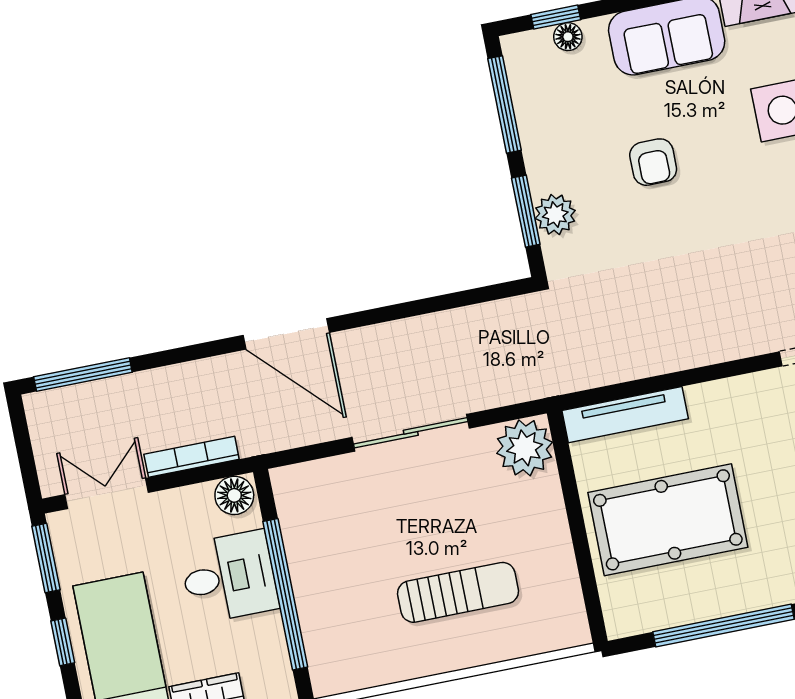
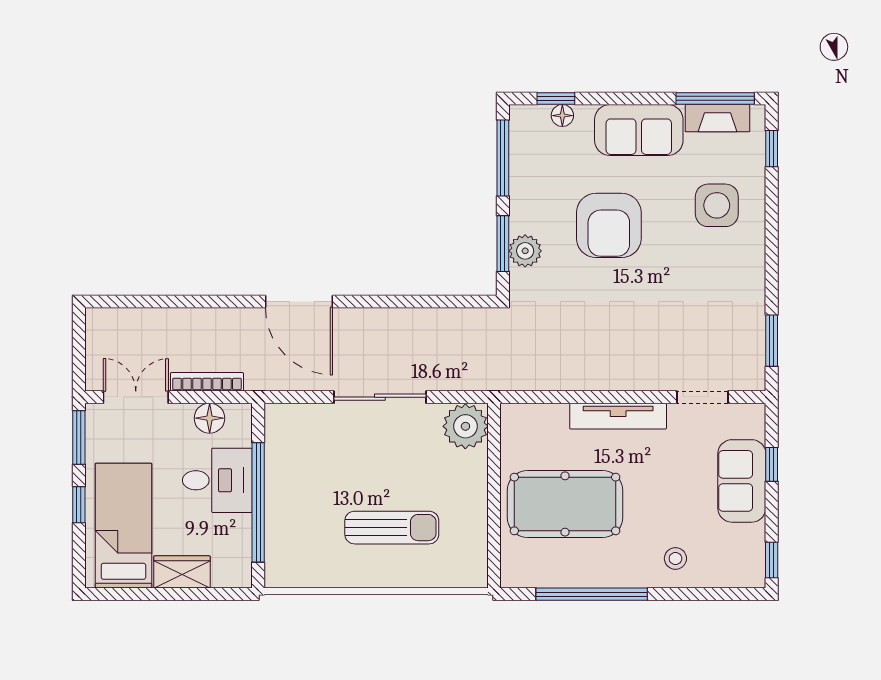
armchair: (653, 162) -> (609, 225), width x1.88, depth x1.88
window: (83, 375) -> (136, 302), removed
tv unit: (625, 415) -> (618, 416), moved
floor lamp: (234, 495) -> (210, 418), moved

